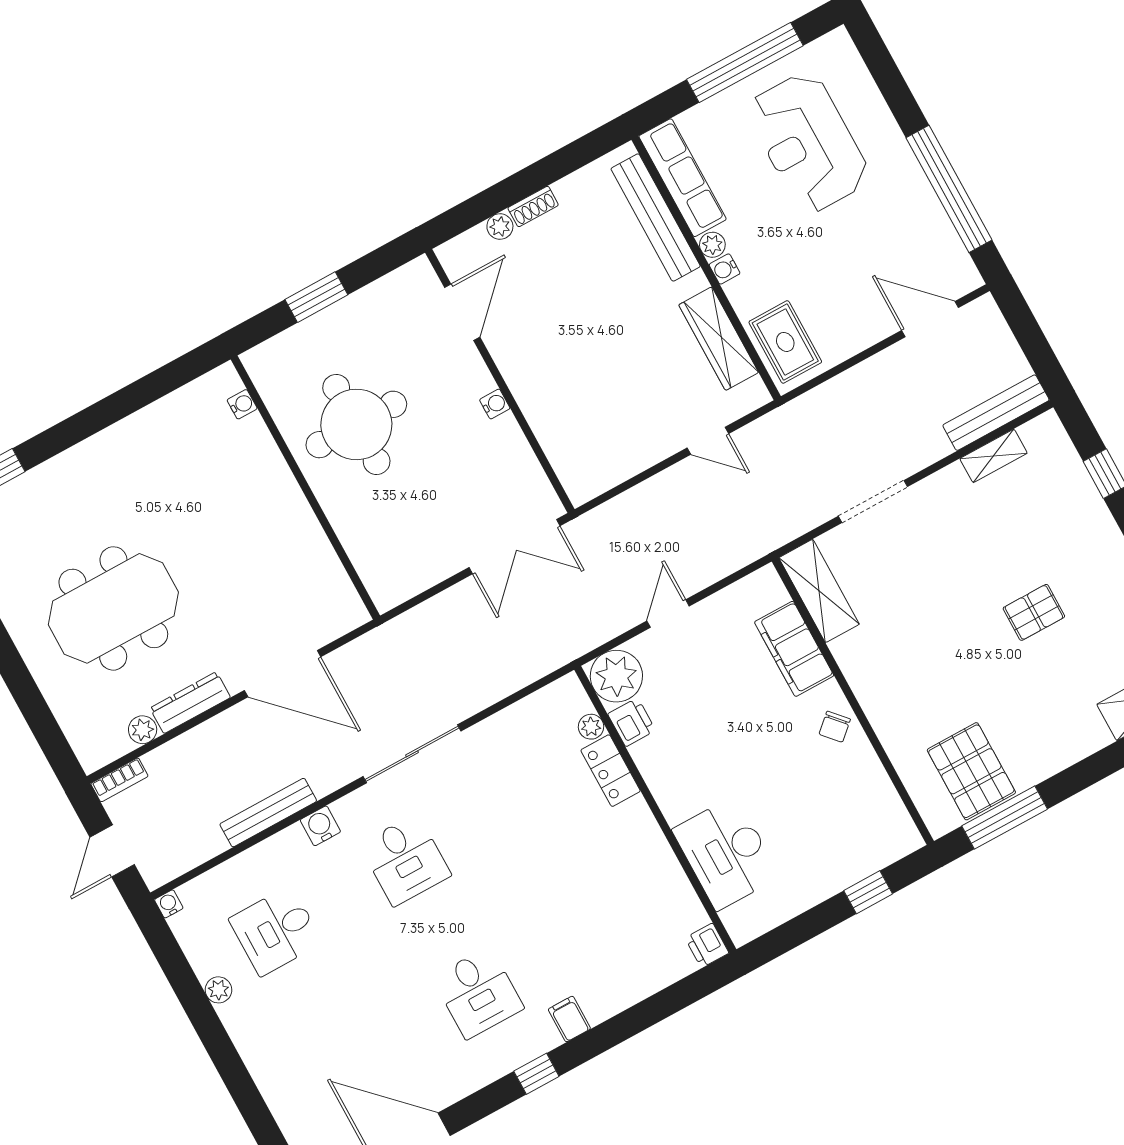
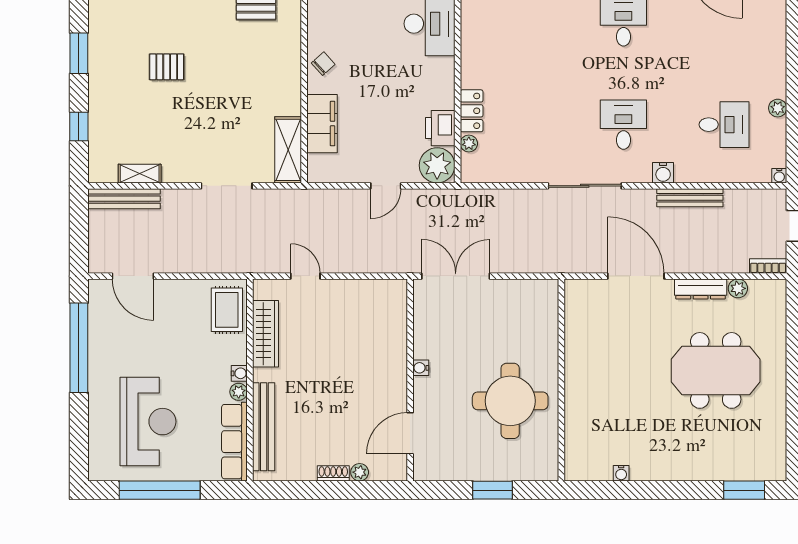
water cooler: (242, 404) -> (621, 473), moved, turned -90
printer: (632, 722) -> (440, 128), width x1.36, depth x1.24

